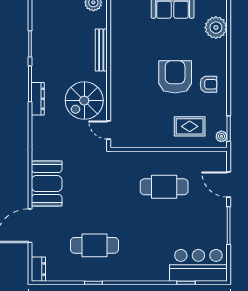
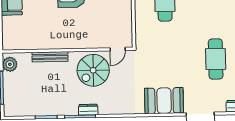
dresser: (38, 99) -> (88, 110), width x0.70
spiral stairs: (84, 101) -> (93, 70), turned 90

